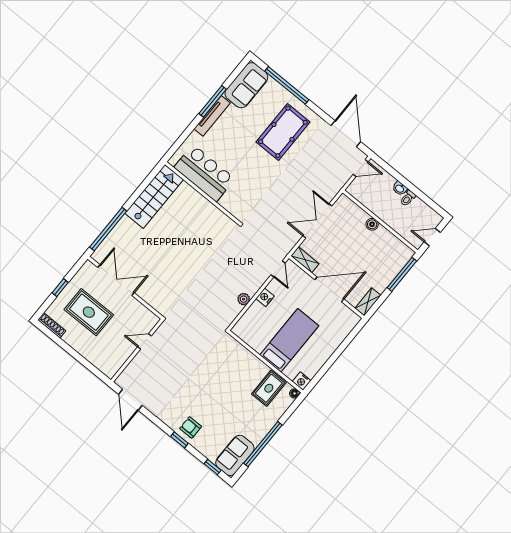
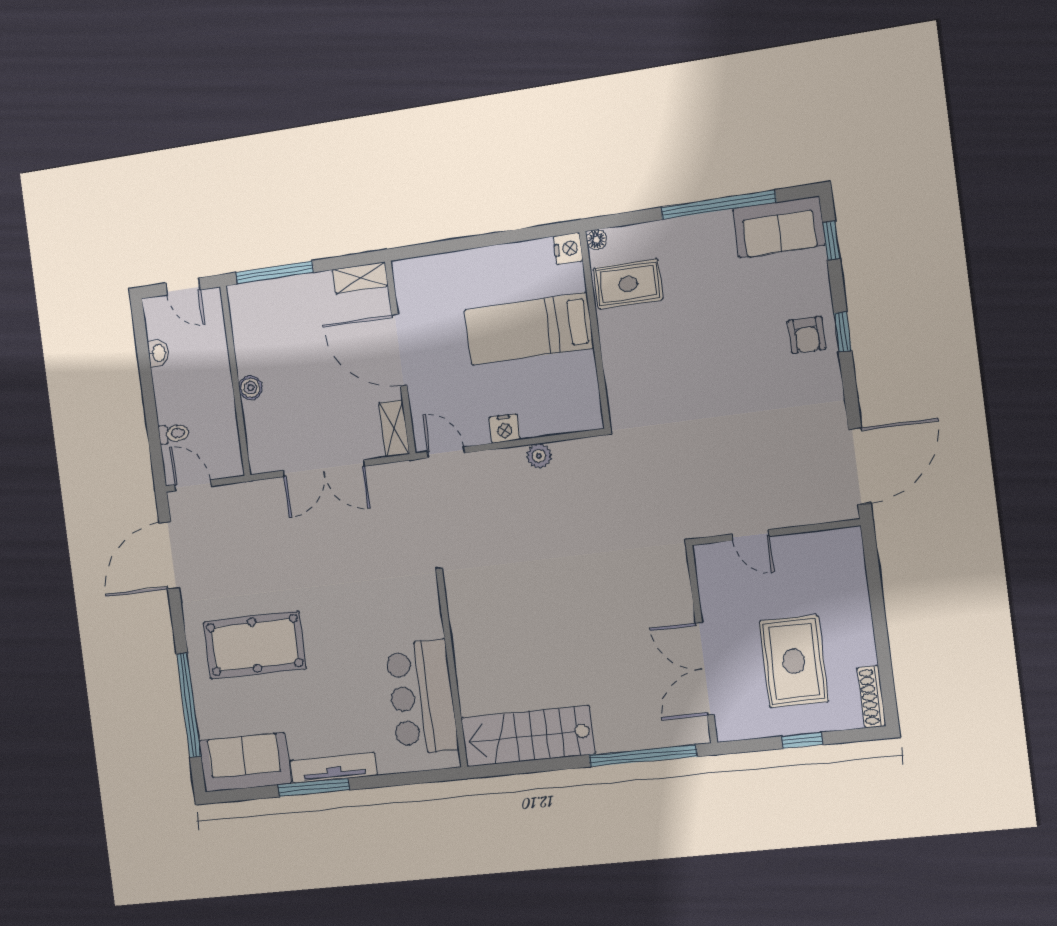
washbasin: (400, 188) -> (159, 353), moved
toilet: (408, 198) -> (174, 434), moved
door: (278, 269) -> (446, 452), hinge flipped
door: (130, 400) -> (860, 466), width x1.36

